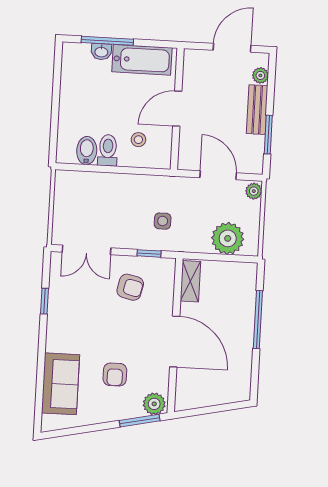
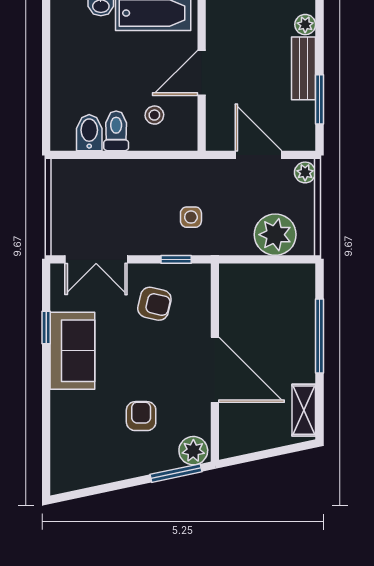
shelving: (190, 281) -> (304, 410), moved
armchair: (115, 374) -> (141, 416), turned 180
sofa: (60, 384) -> (72, 351), moved

